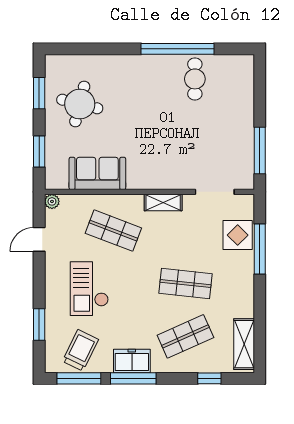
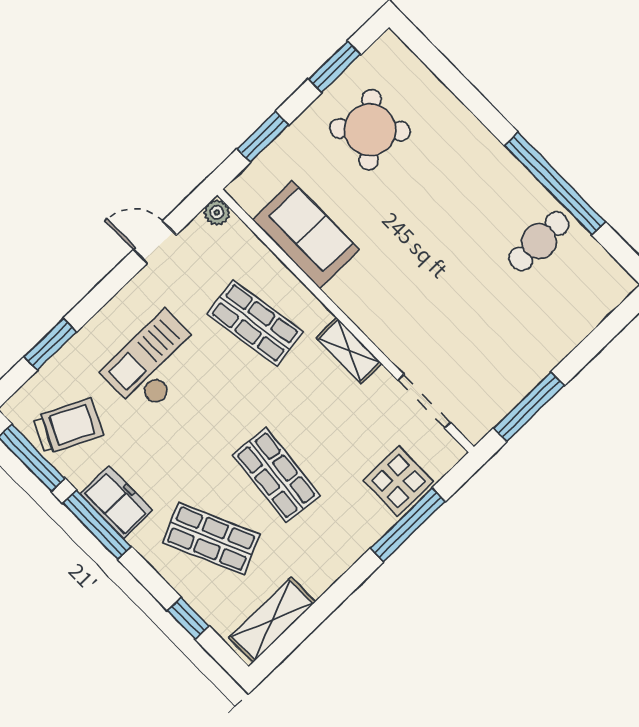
round table: (80, 104) -> (370, 130), turned 33
shop shelf: (113, 231) -> (255, 323), turned -30

